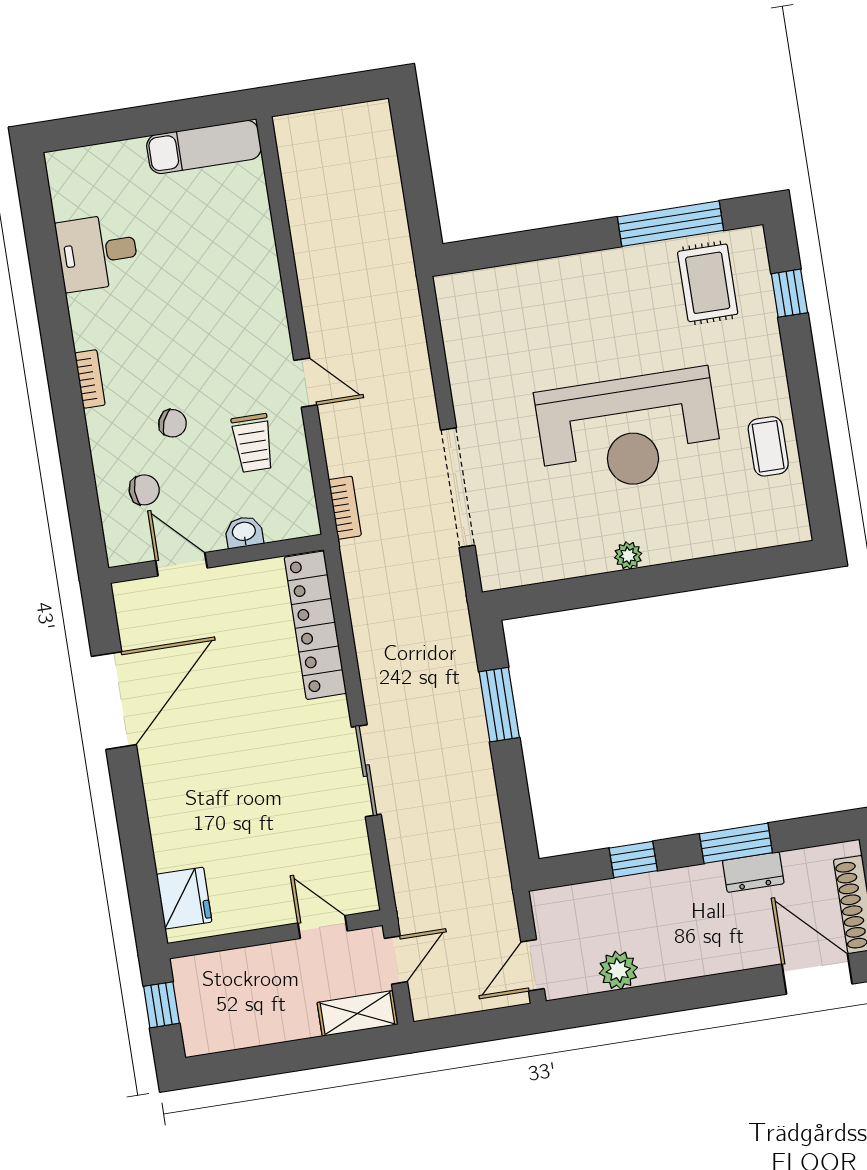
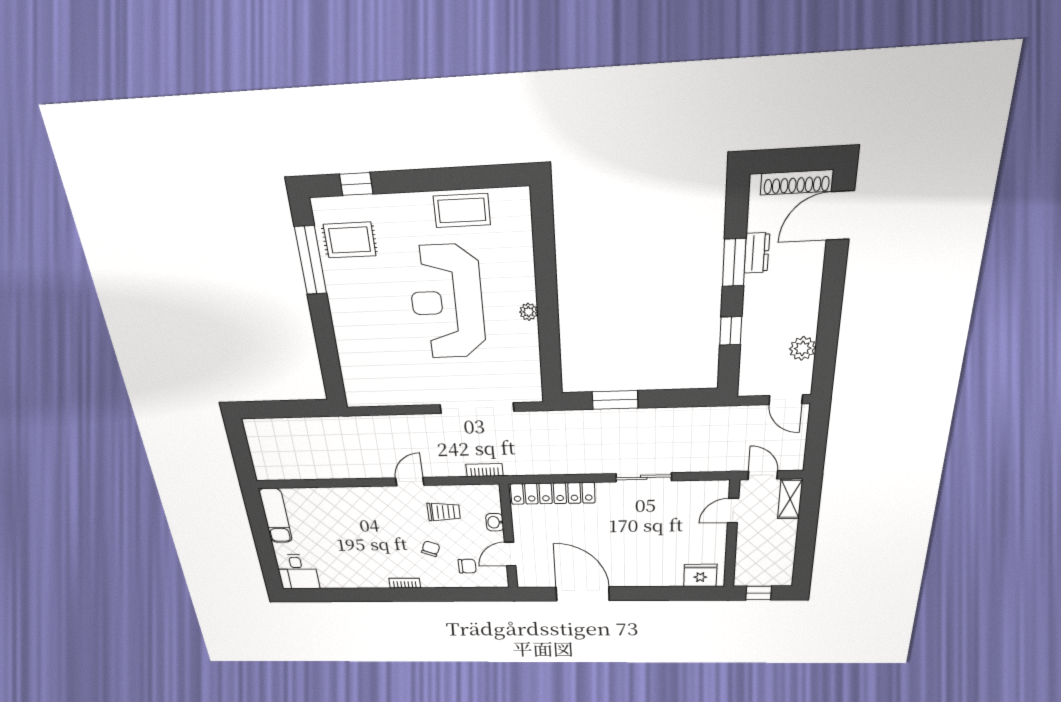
desk: (97, 252) -> (297, 572), moved
reception desk: (629, 431) -> (447, 302), turned 180
coffee table: (768, 446) -> (462, 210), width x1.36, depth x1.30
chair: (144, 490) -> (467, 566), turned 90

